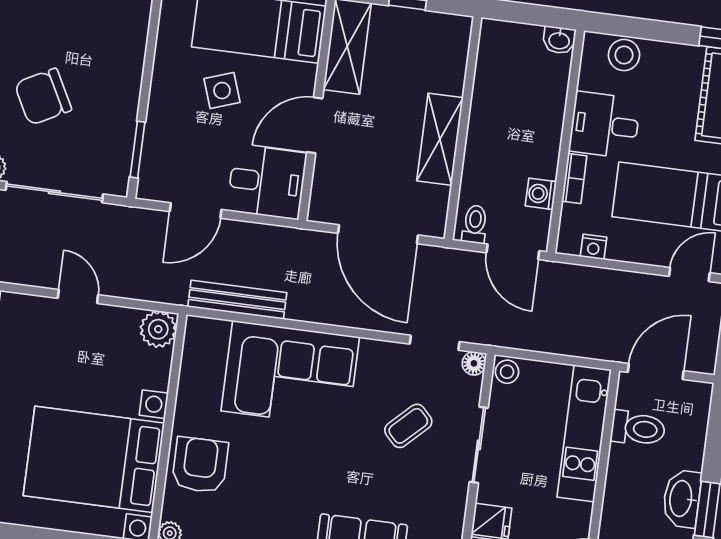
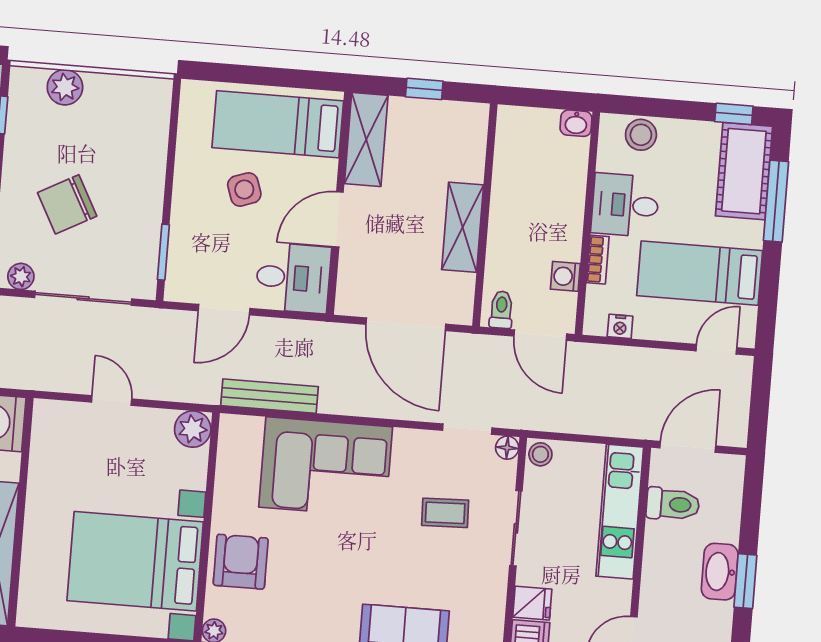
coffee table: (408, 426) -> (445, 513), turned 42

